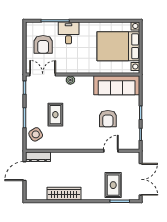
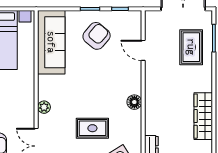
armchair: (108, 119) -> (97, 36), moved, turned -50
floor lamp: (74, 144) -> (134, 102), added
rug: (113, 185) -> (191, 47), turned 90

